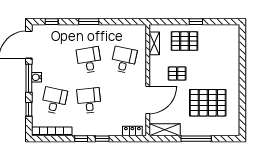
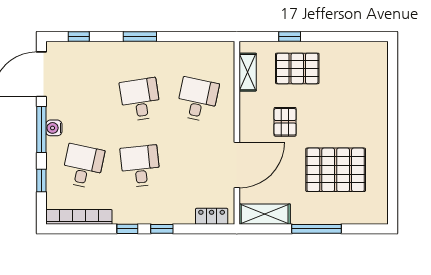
window: (196, 22) -> (290, 36), moved
pallet: (177, 74) -> (285, 122), turned 90

